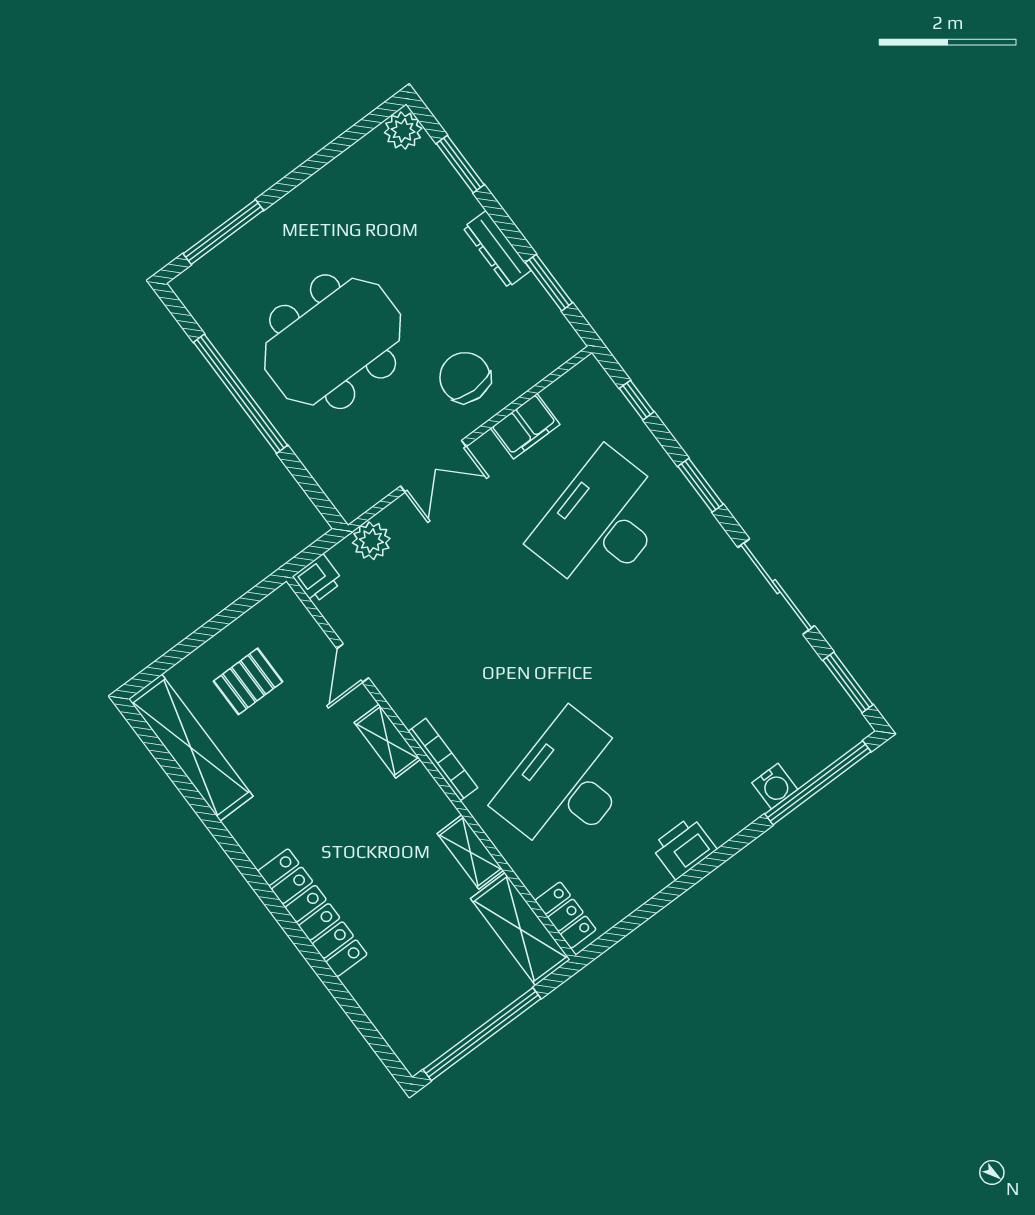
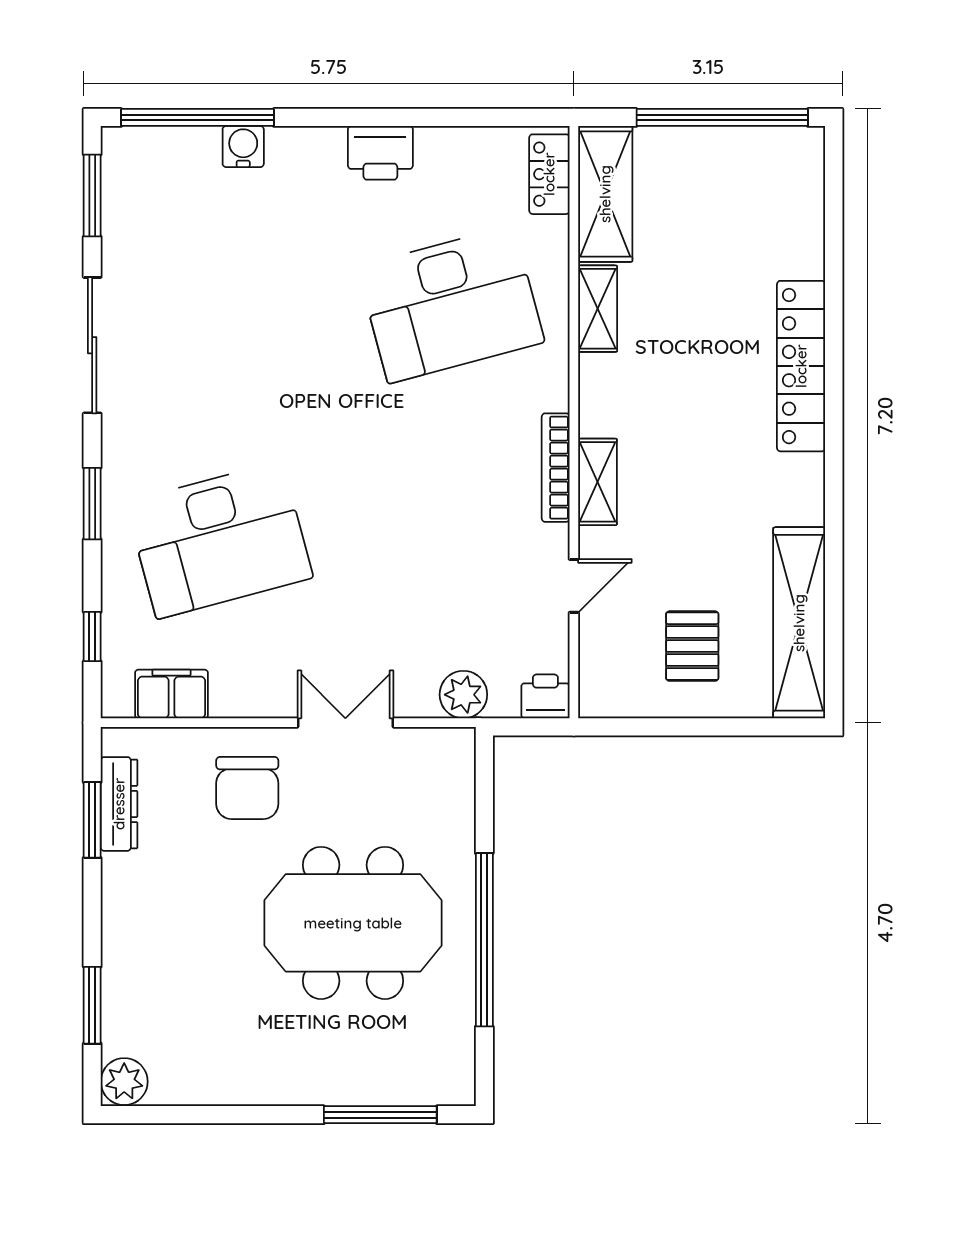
dresser: (497, 249) -> (119, 804), moved
filing cabinet: (525, 426) -> (172, 694), moved
pallet: (248, 681) -> (692, 646), turned 90
bookcase: (443, 759) -> (556, 468), moved

